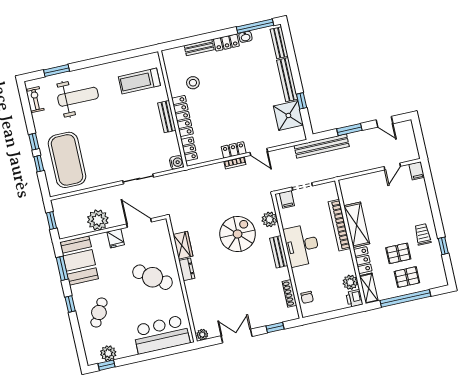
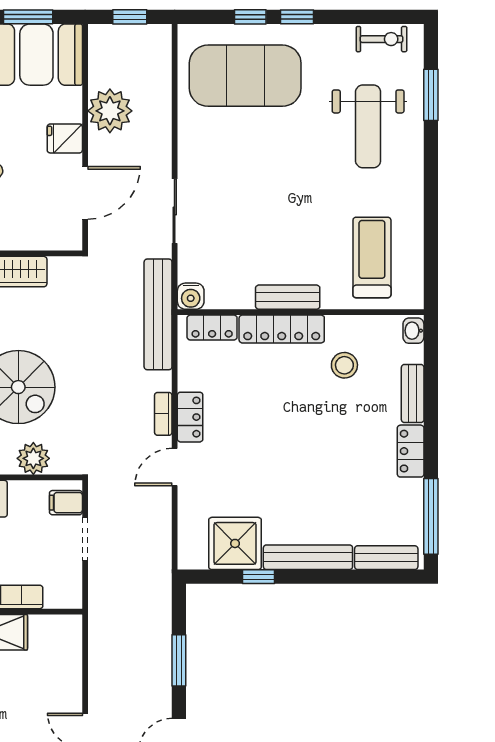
washbasin: (245, 37) -> (413, 331), moved
bench: (322, 146) -> (158, 314), moved

